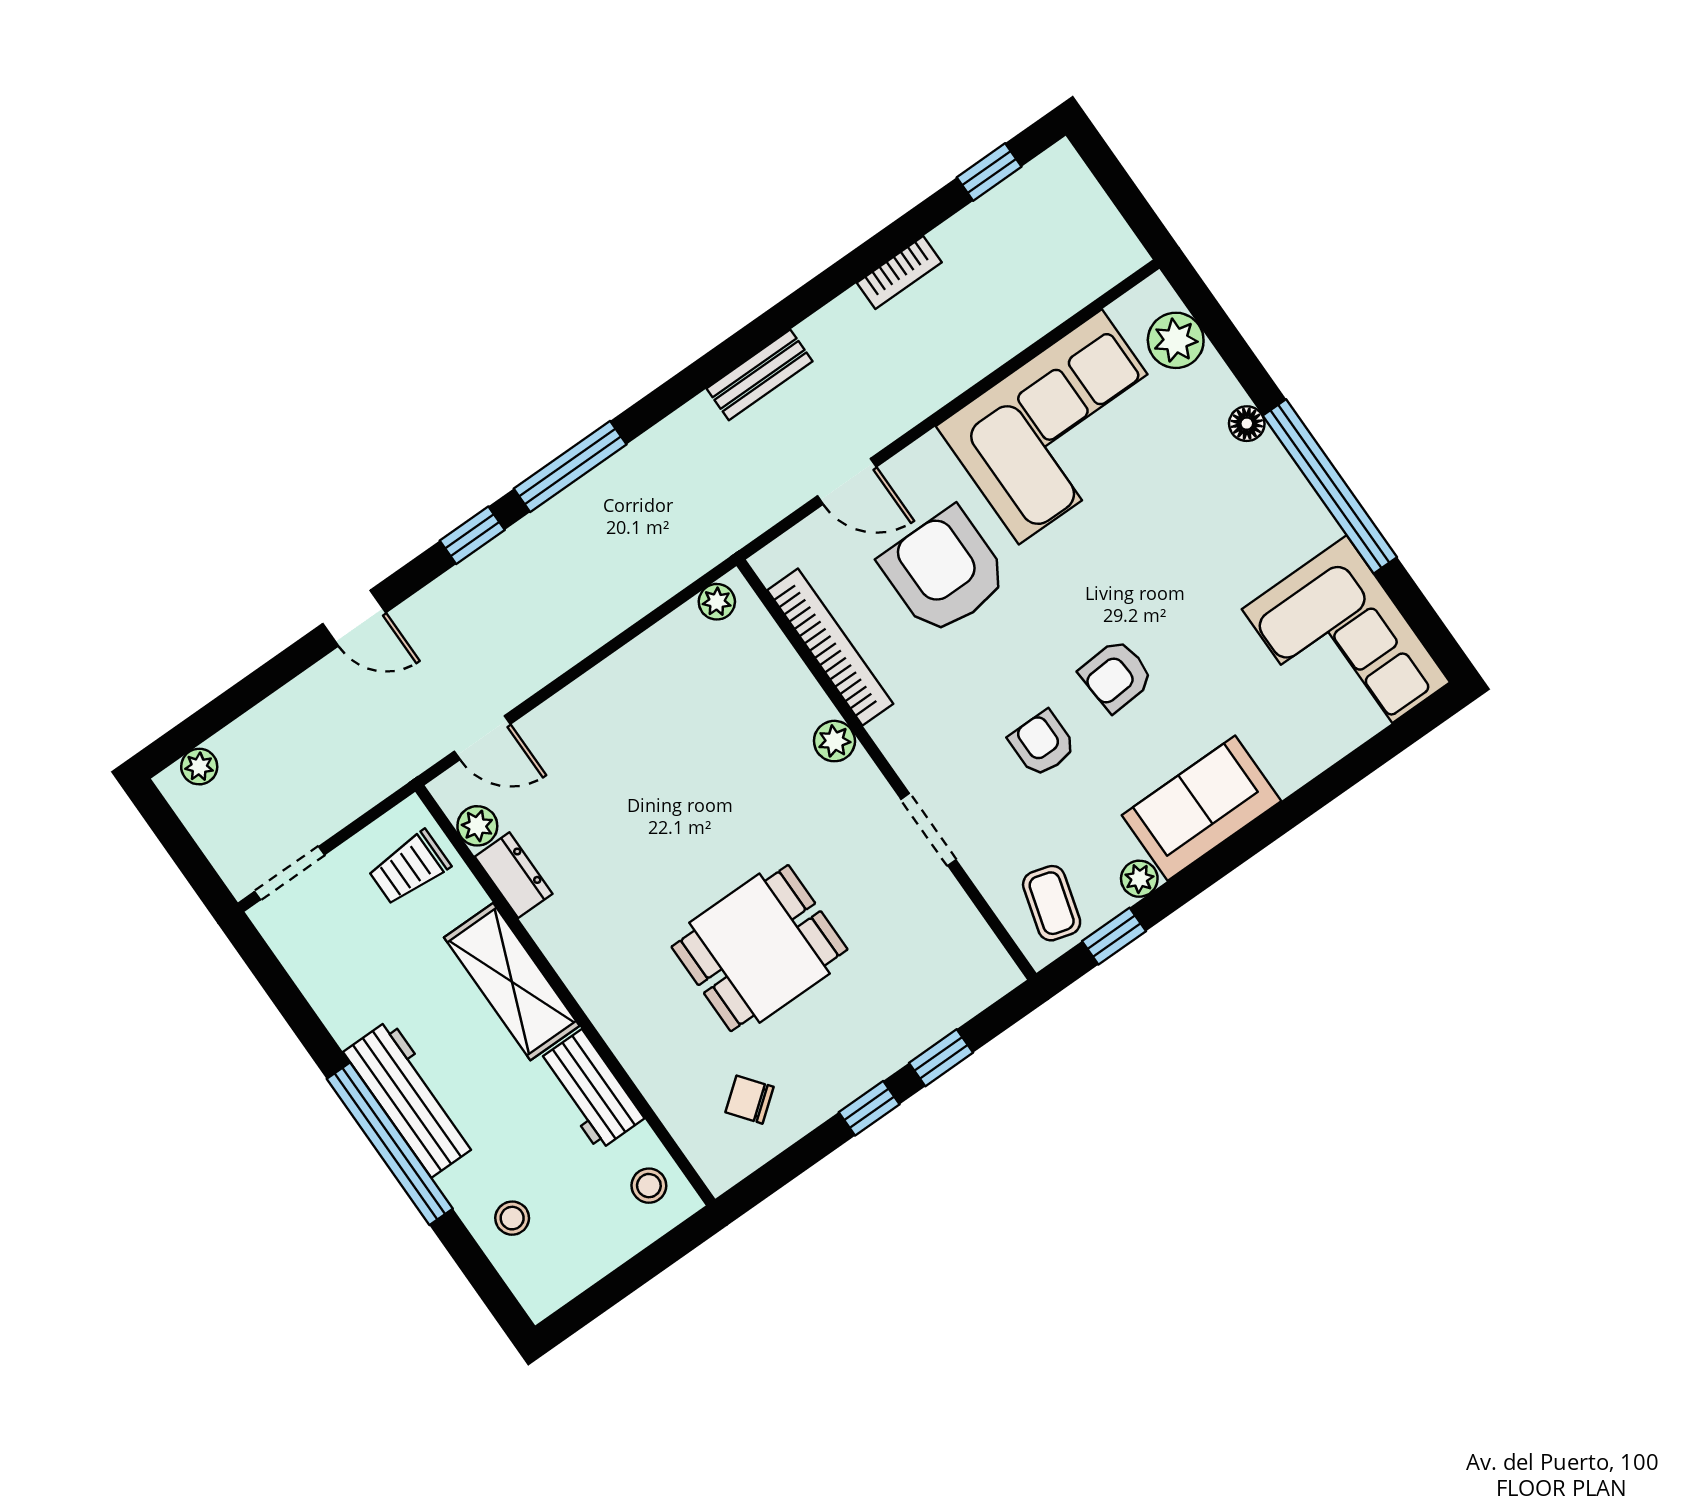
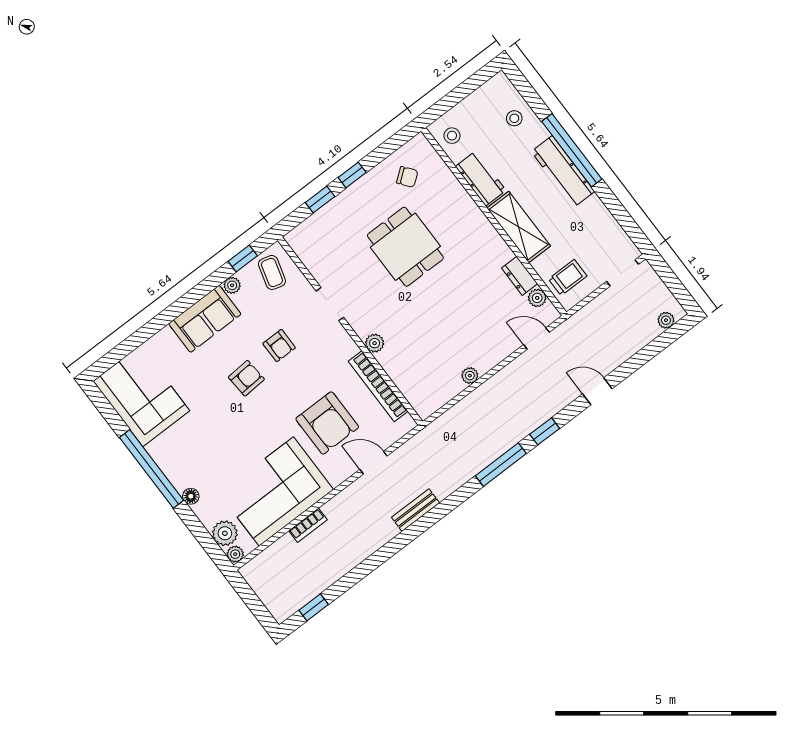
bookcase: (899, 272) -> (308, 525), moved, turned 180
plant: (1155, 294) -> (235, 554), added
plant: (717, 602) -> (470, 376), moved
dining table: (760, 948) -> (405, 247), turned 90

